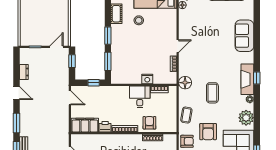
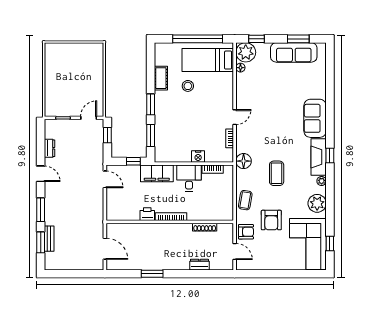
sofa: (244, 36) -> (315, 118), moved
armchair: (149, 123) -> (201, 209), removed
filing cabinet: (85, 125) -> (157, 173), moved, turned 180

